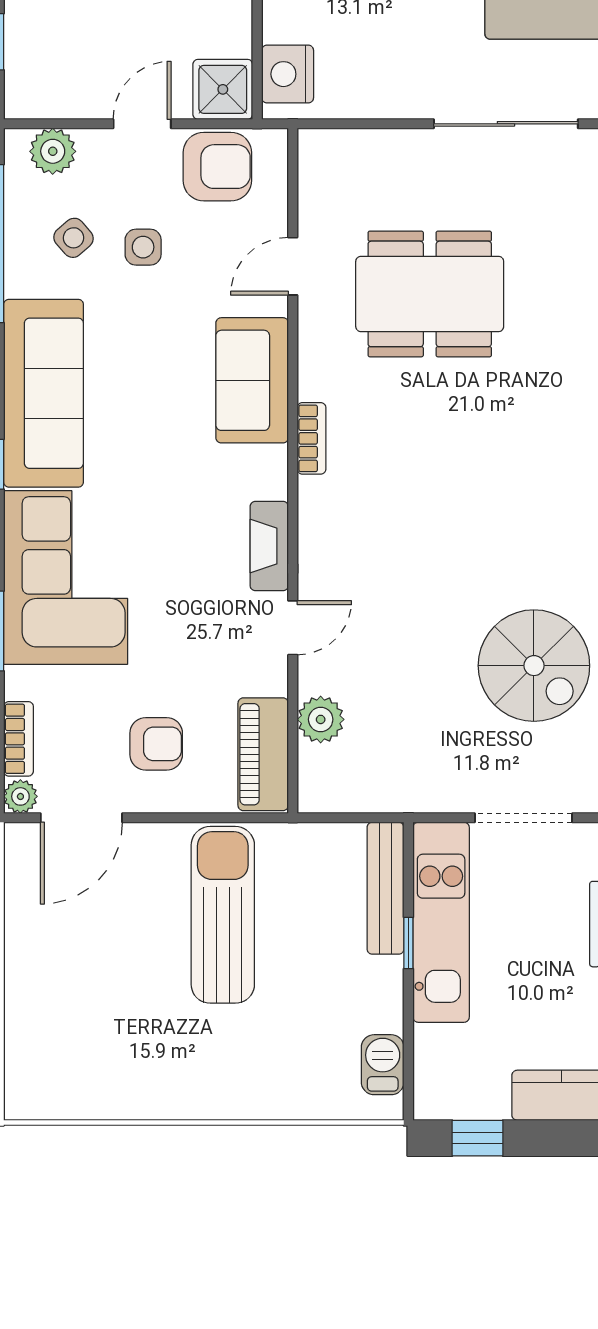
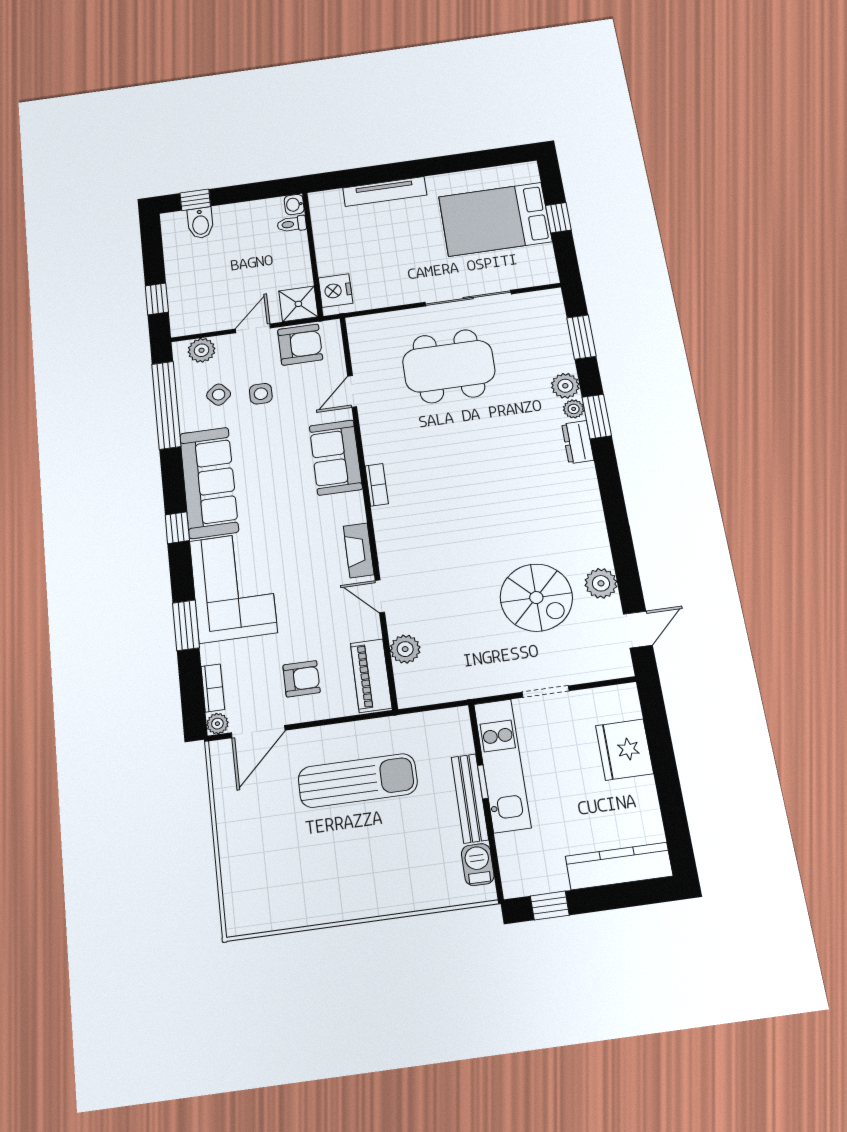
dining table: (430, 294) -> (449, 366), moved
door: (293, 628) -> (380, 596), swing flipped
doorway: (523, 818) -> (545, 692), width x0.73
bench: (386, 888) -> (470, 798), moved
sun lounger: (223, 915) -> (358, 781), turned 90

